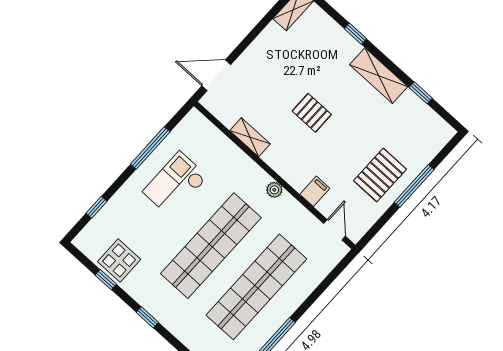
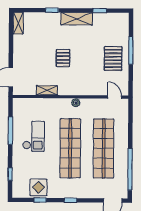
pallet: (312, 113) -> (63, 58), turned 90
checkout: (175, 184) -> (34, 136), turned 180
filing cabinet: (315, 191) -> (93, 89), removed

